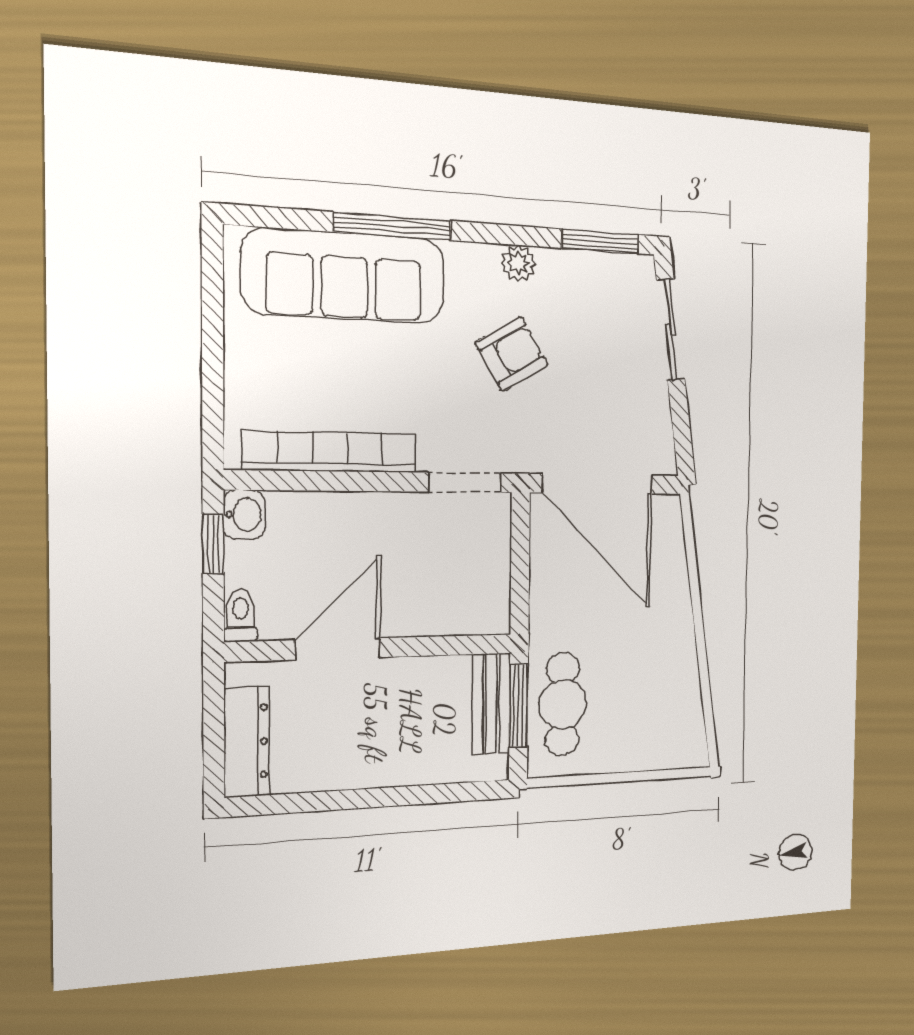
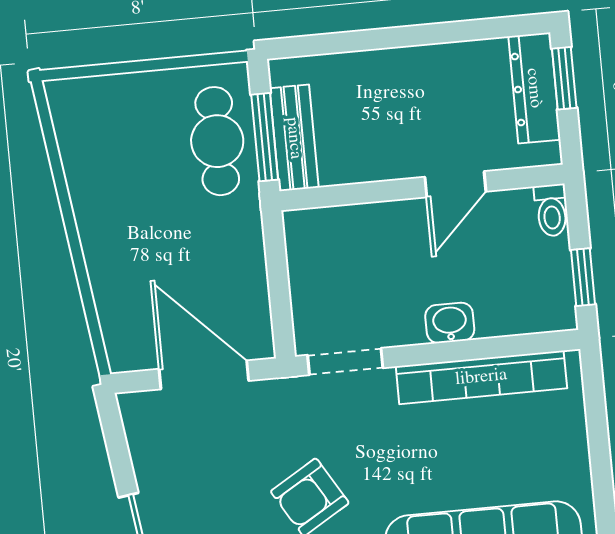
door: (597, 484) -> (204, 375), width x0.73
washbasin: (244, 515) -> (450, 323), moved, turned 90
door: (338, 649) -> (455, 184), width x0.73
window: (214, 750) -> (564, 78), added

